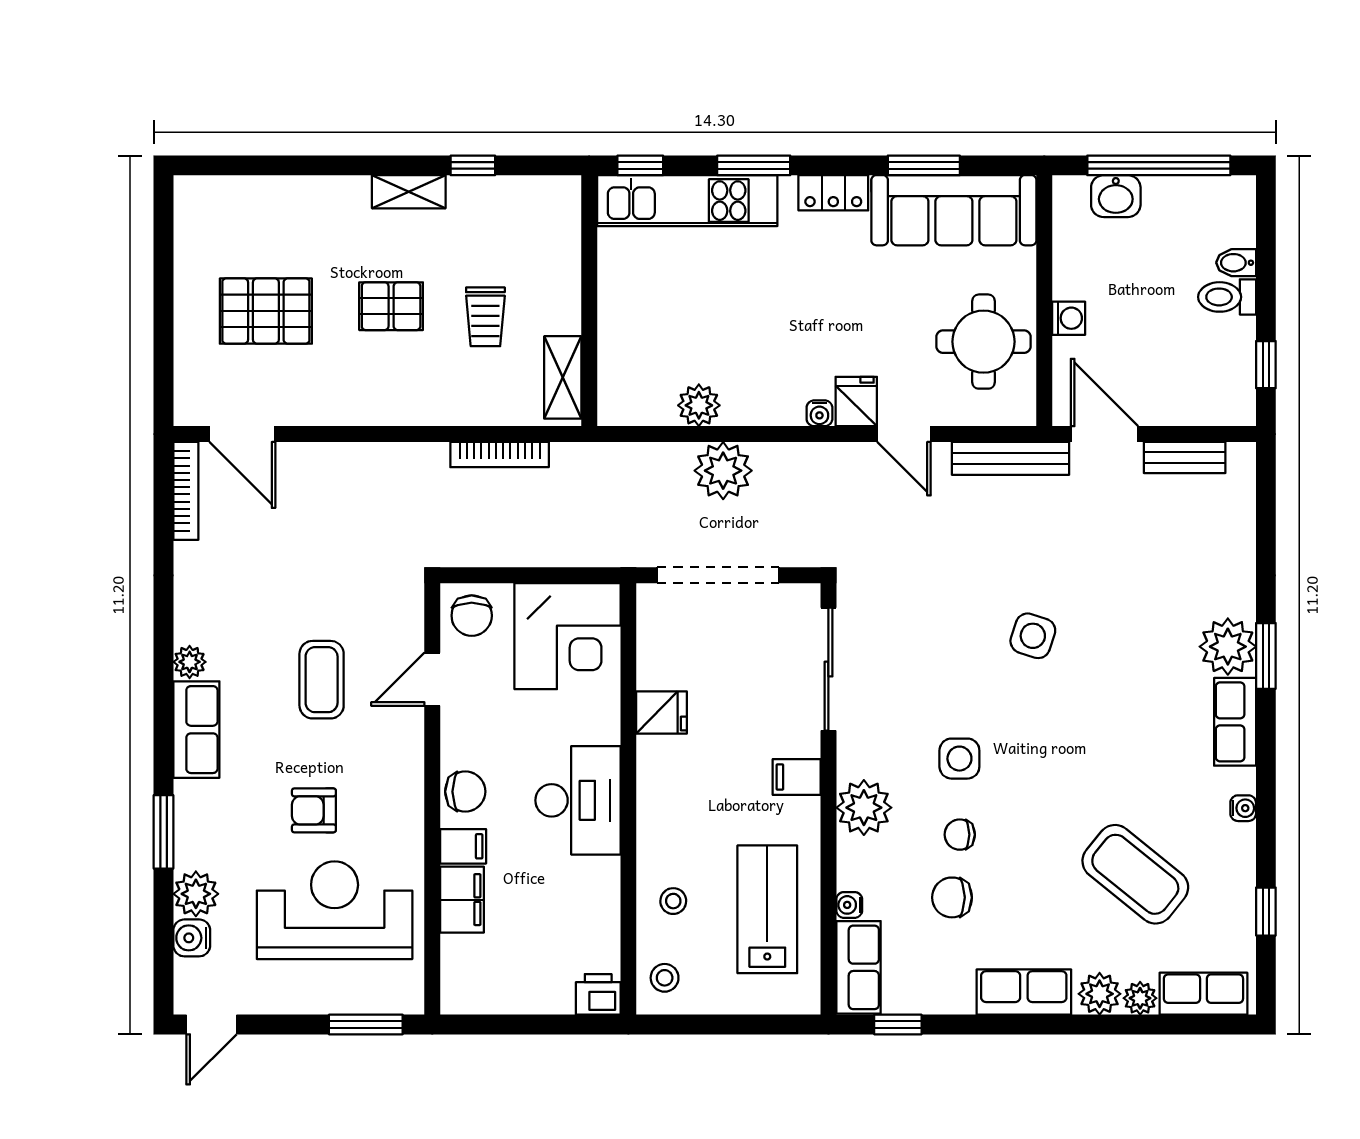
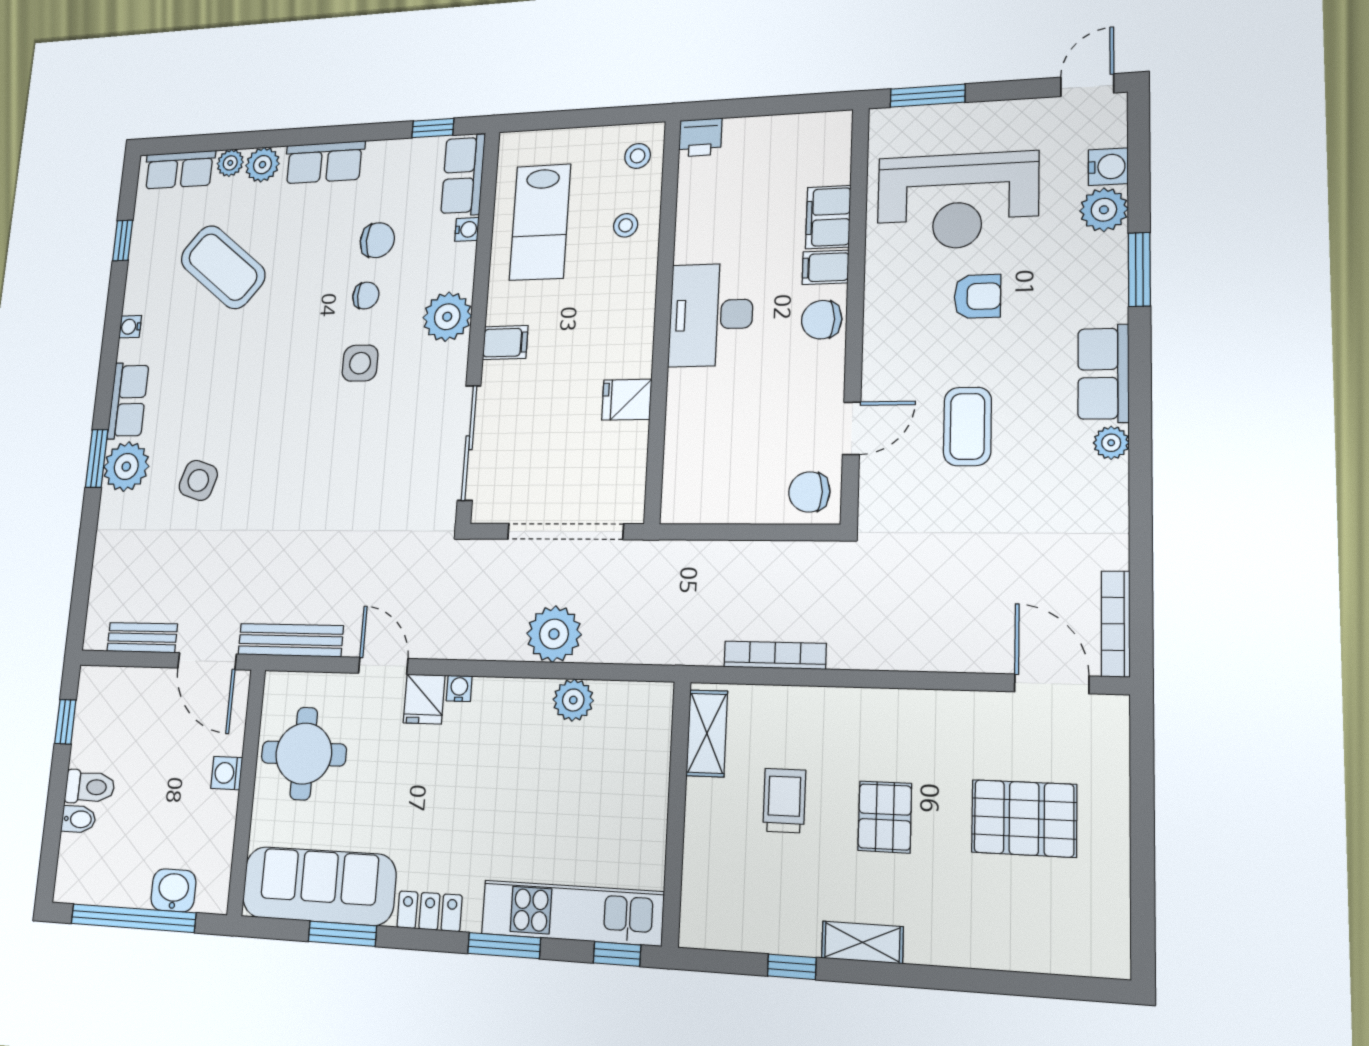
pallet: (391, 306) -> (885, 817), turned 90
chair: (472, 616) -> (809, 492), turned -90
corner desk: (568, 636) -> (714, 472), removed
side table: (1033, 636) -> (198, 480), moved

